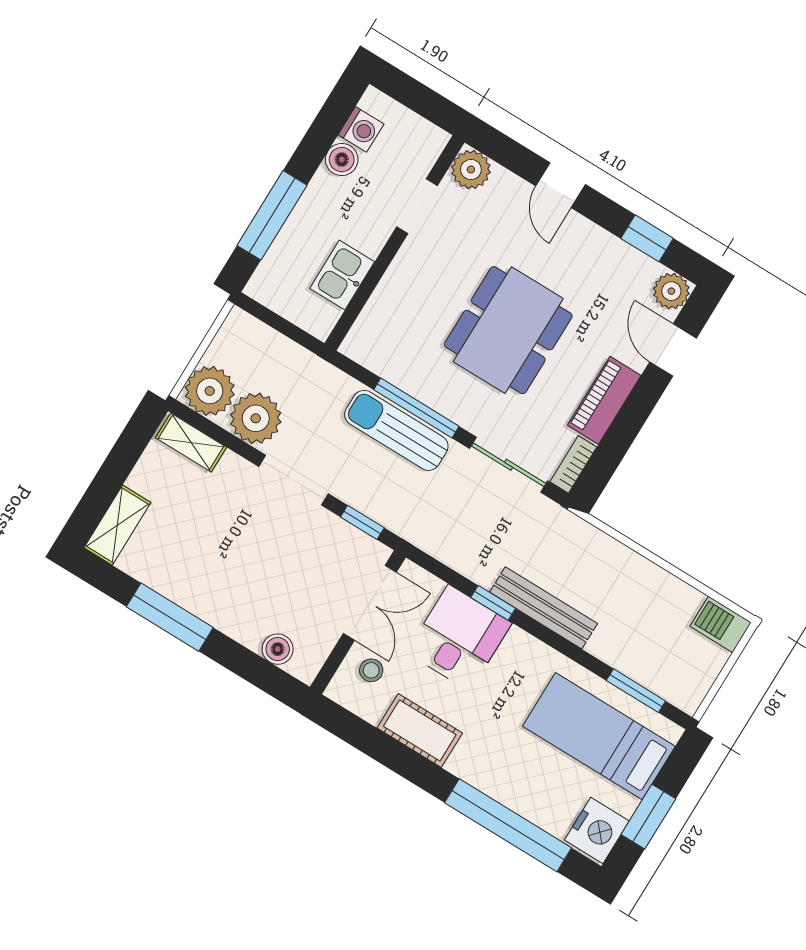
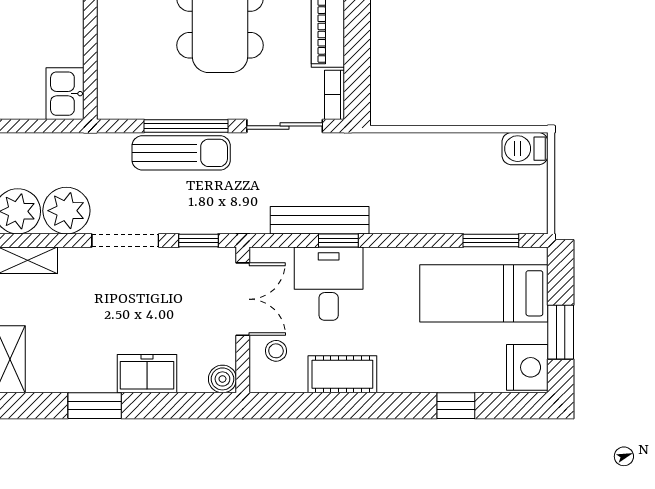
kitchen sink: (342, 275) -> (65, 94), moved
sun lounger: (396, 430) -> (181, 153), turned 180
bench: (544, 608) -> (320, 220), moved
window: (170, 617) -> (95, 406), width x0.69
freezer: (237, 617) -> (147, 374), added
boiler: (278, 649) -> (222, 379), moved
window: (508, 825) -> (456, 406), width x0.32

